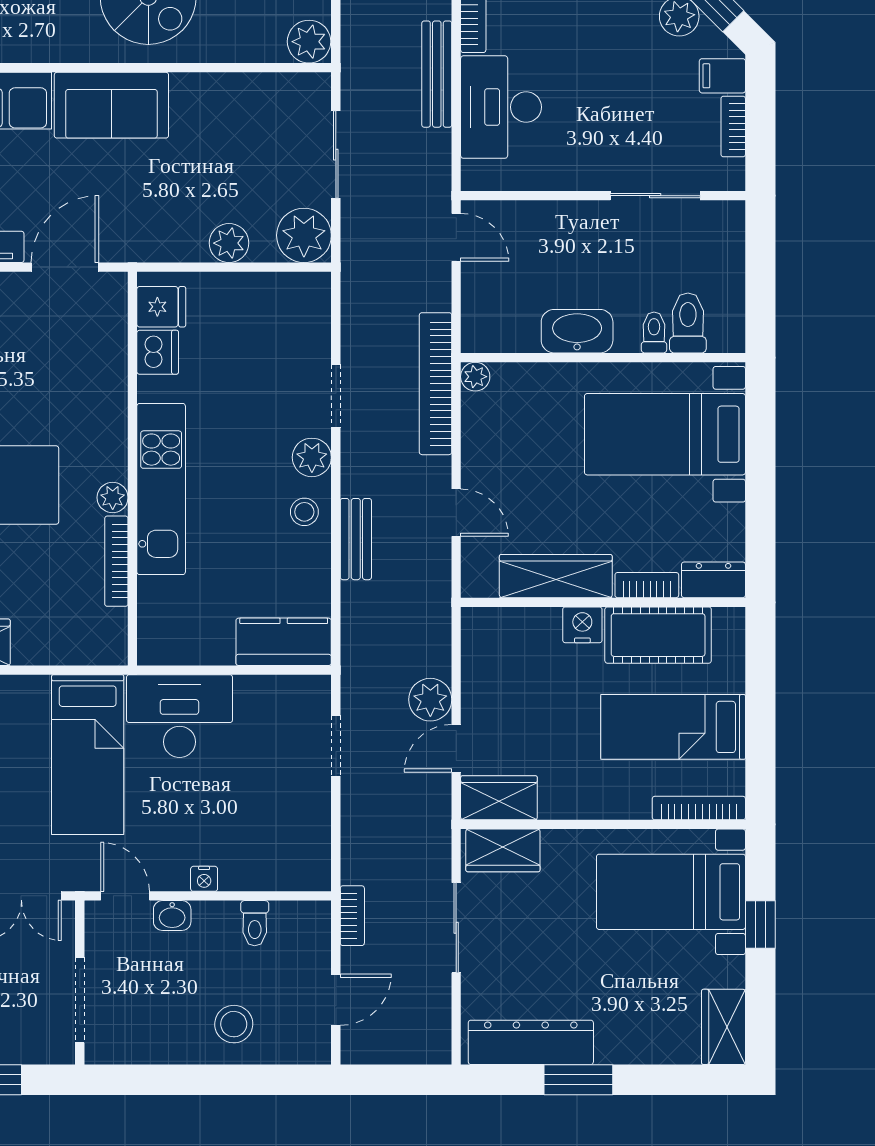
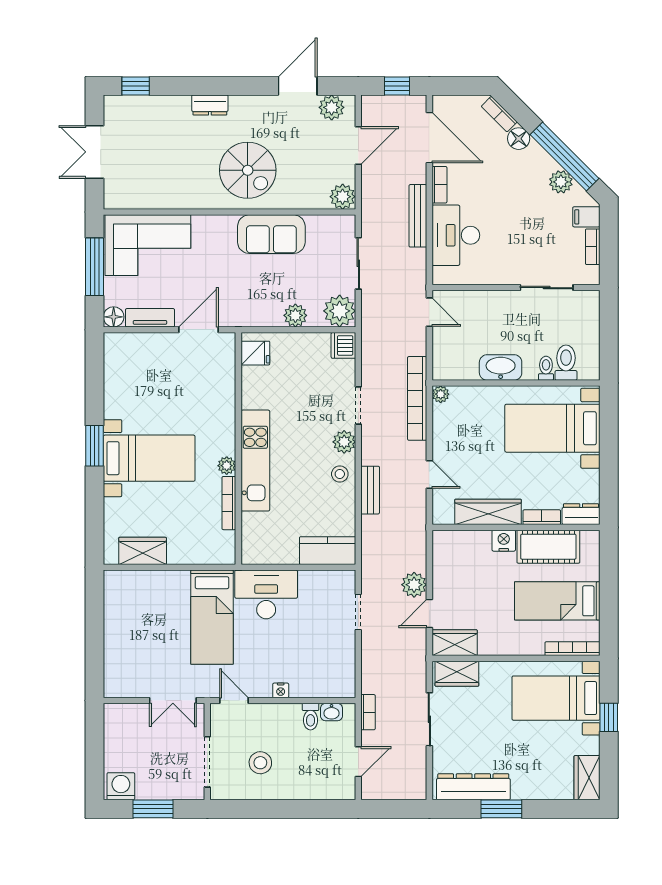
sofa: (111, 105) -> (271, 234), moved
dishwasher: (158, 352) -> (343, 345), moved, turned 180
washbasin: (172, 916) -> (332, 712), moved
stool: (234, 1024) -> (260, 763), moved

